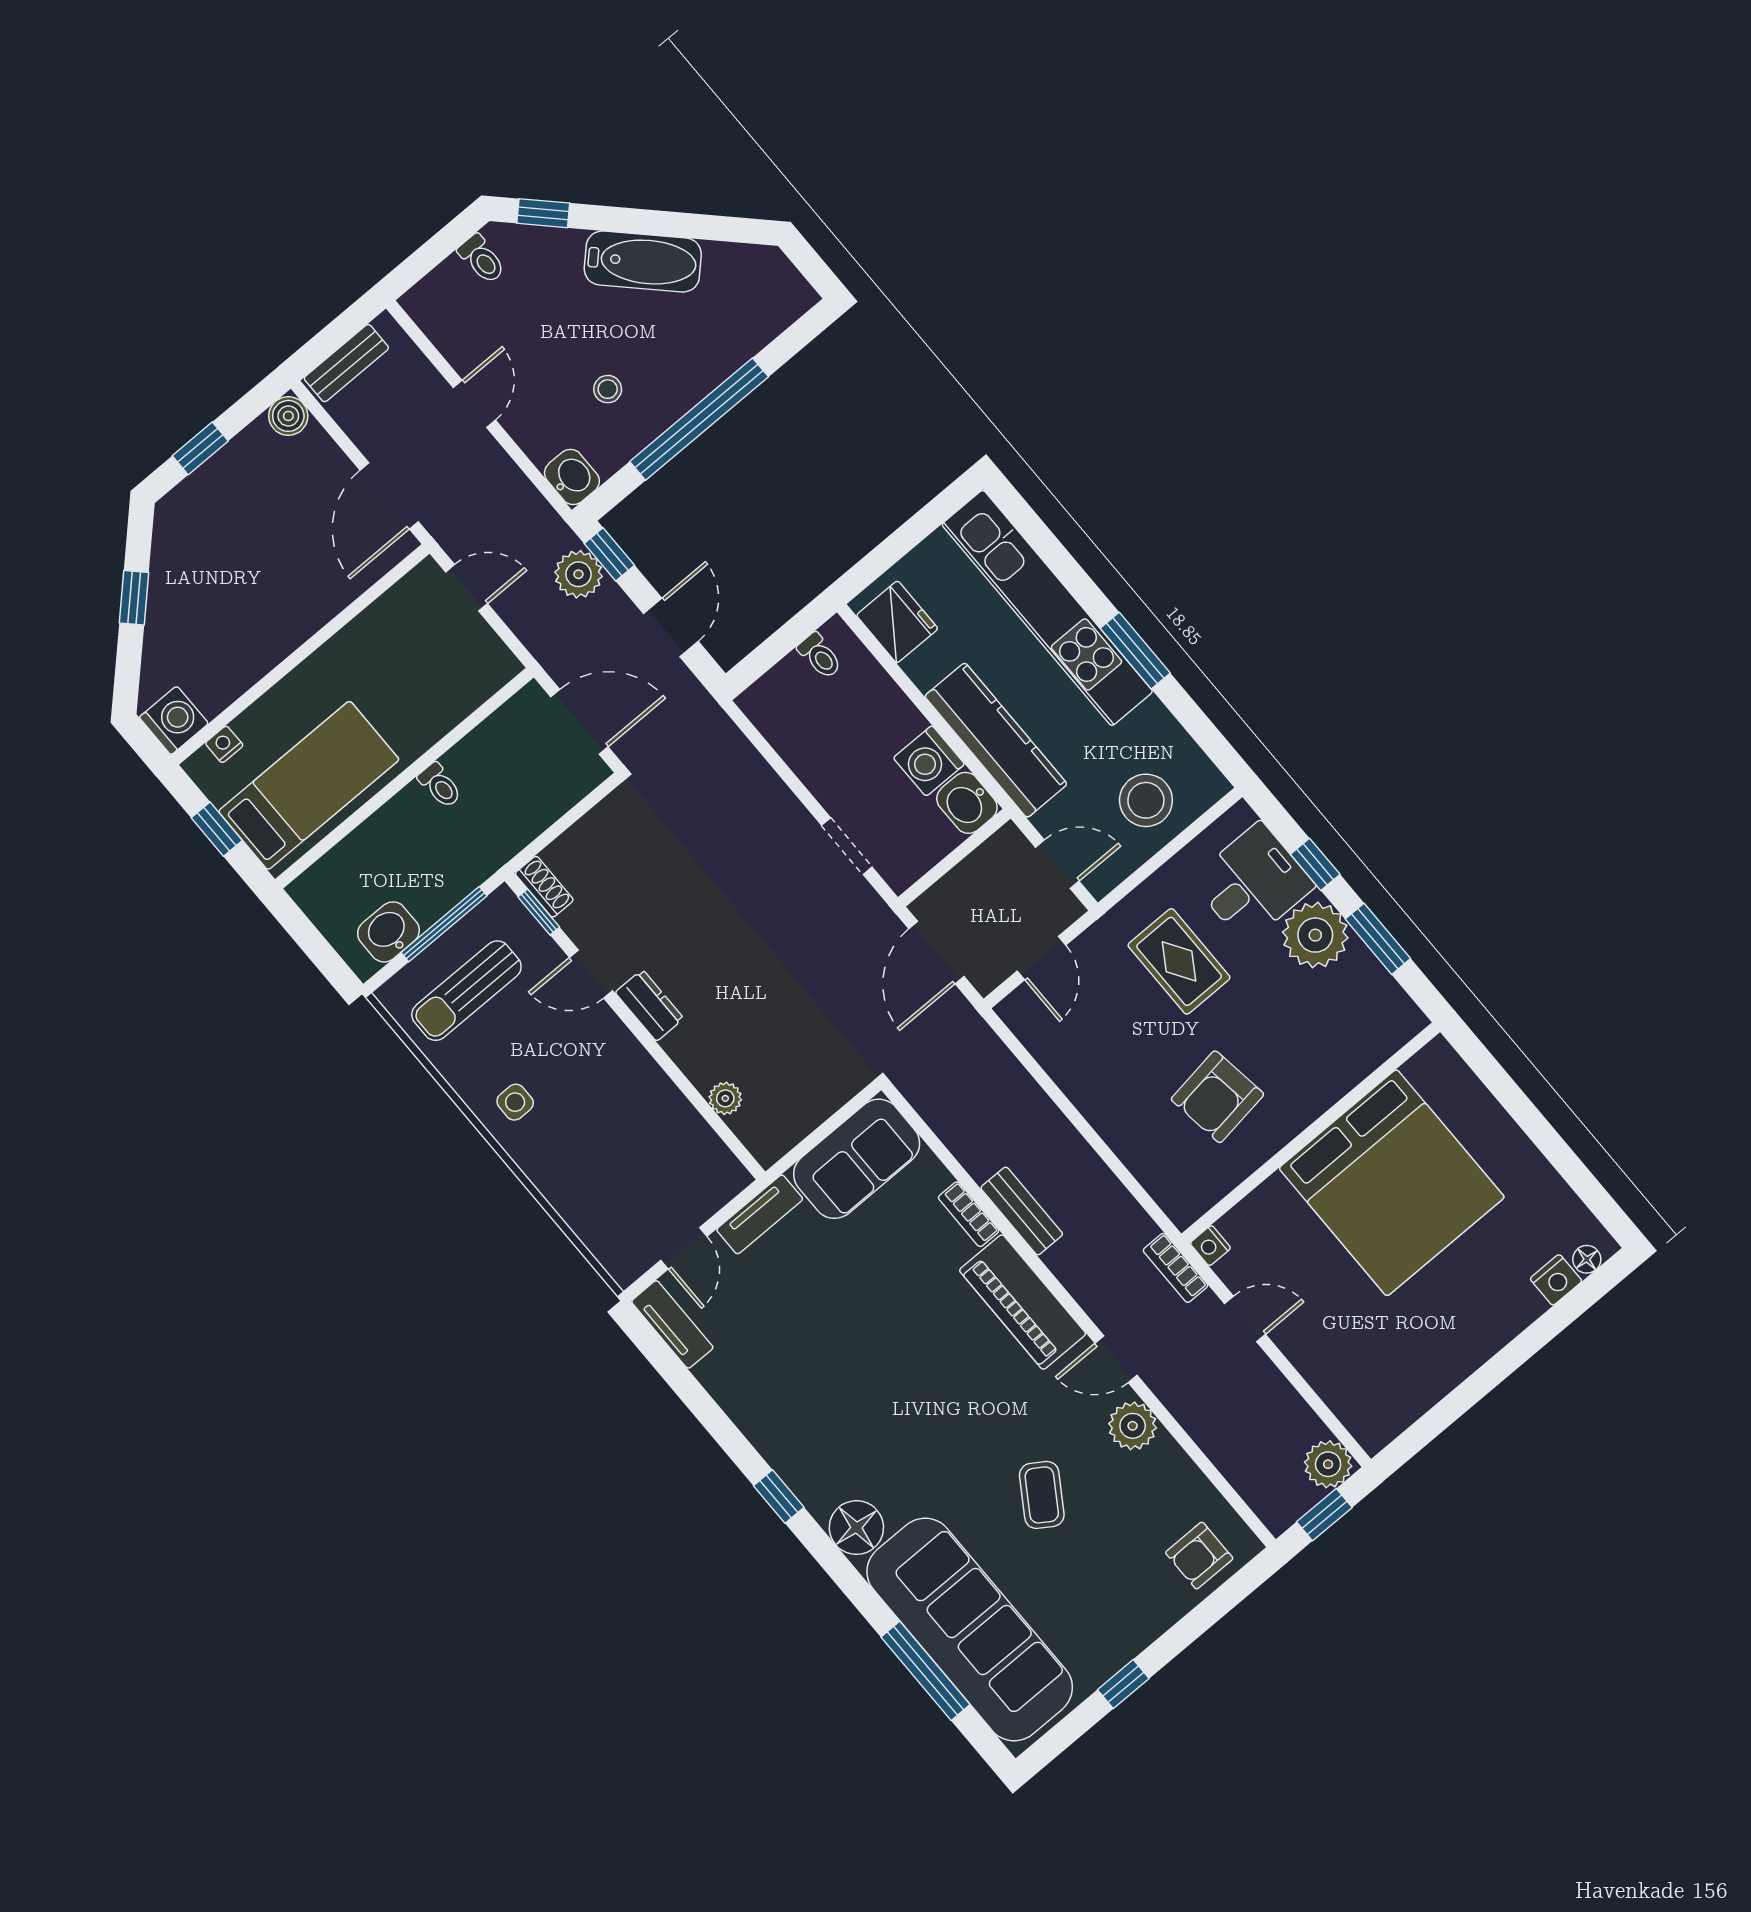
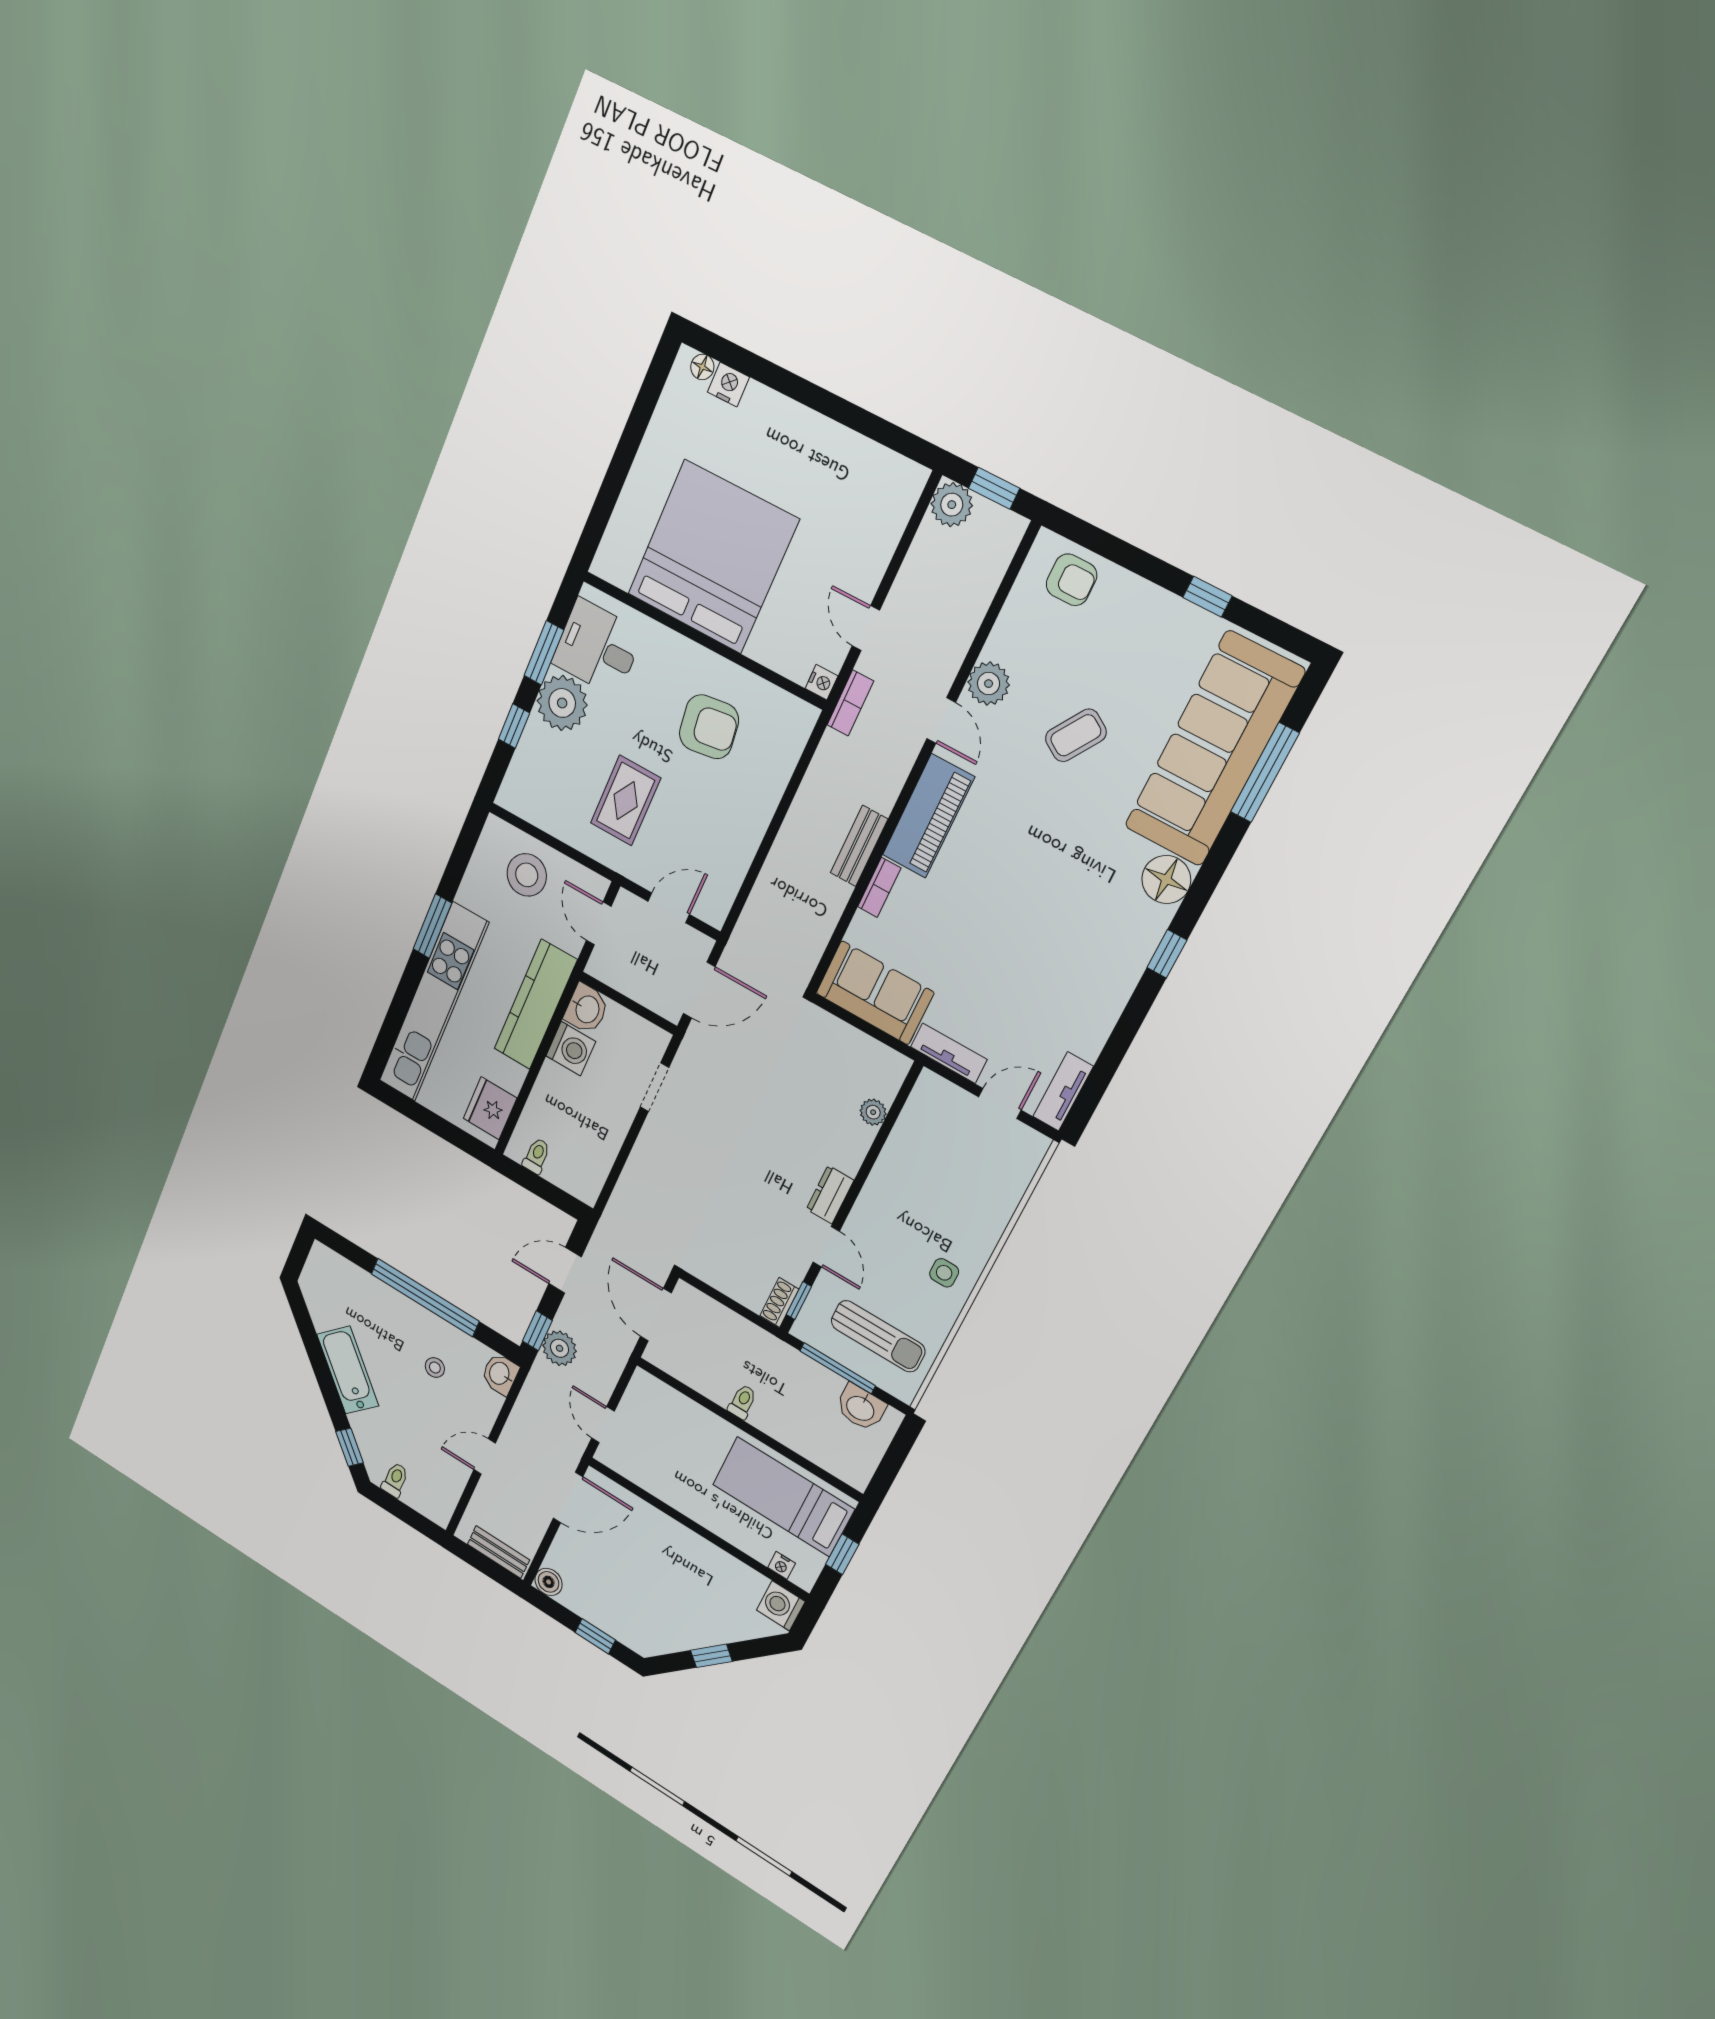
desk: (1253, 883) -> (597, 647), moved

